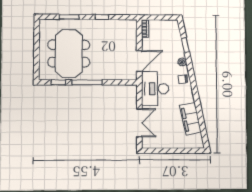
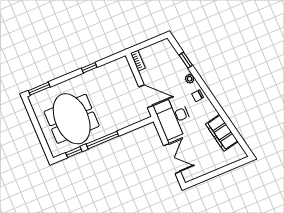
window: (69, 17) -> (39, 89), moved
door: (139, 61) -> (146, 96), hinge flipped

